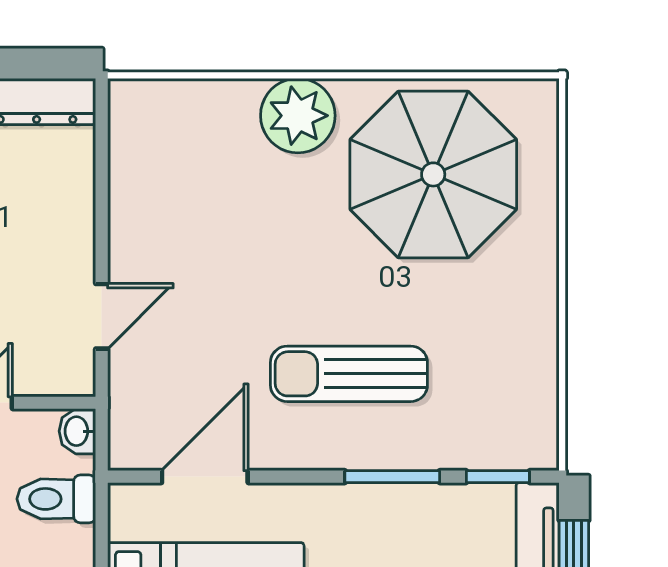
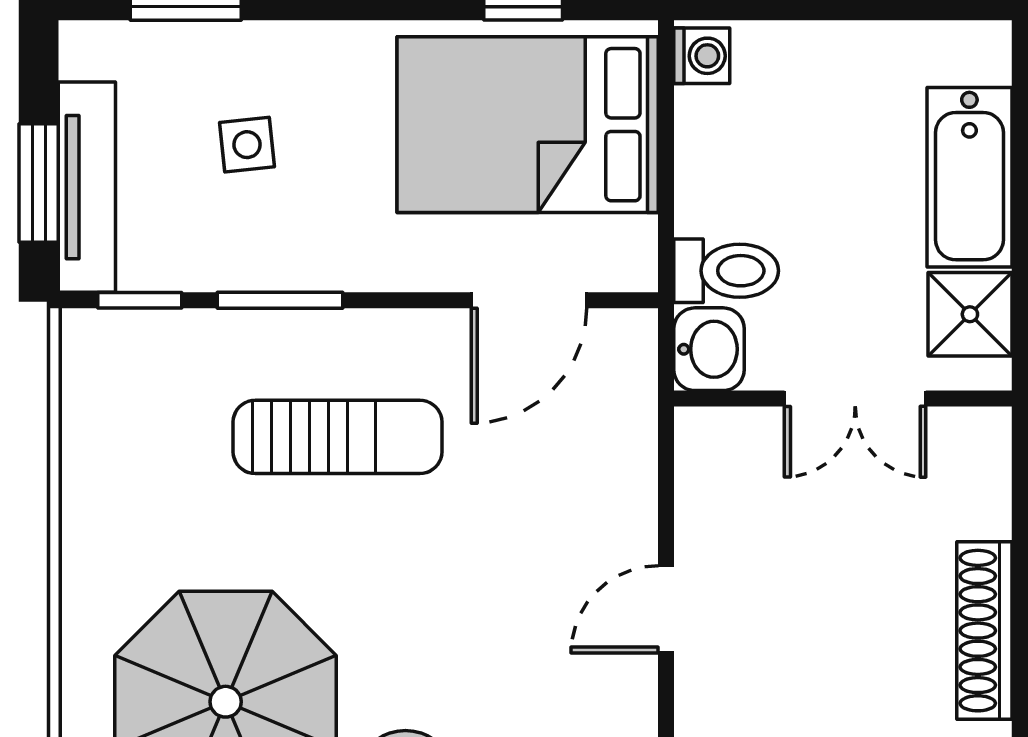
door: (102, 316) -> (666, 609), moved
washbasin: (77, 431) -> (709, 349), width x1.38, depth x1.45

